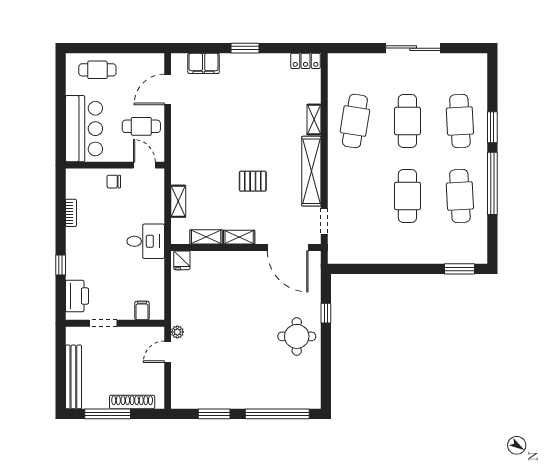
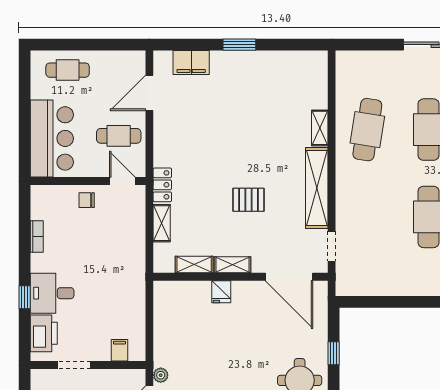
locker: (306, 61) -> (162, 185), moved, turned -90
desk: (146, 241) -> (52, 293), moved, turned 180
fridge: (182, 260) -> (221, 292), moved

